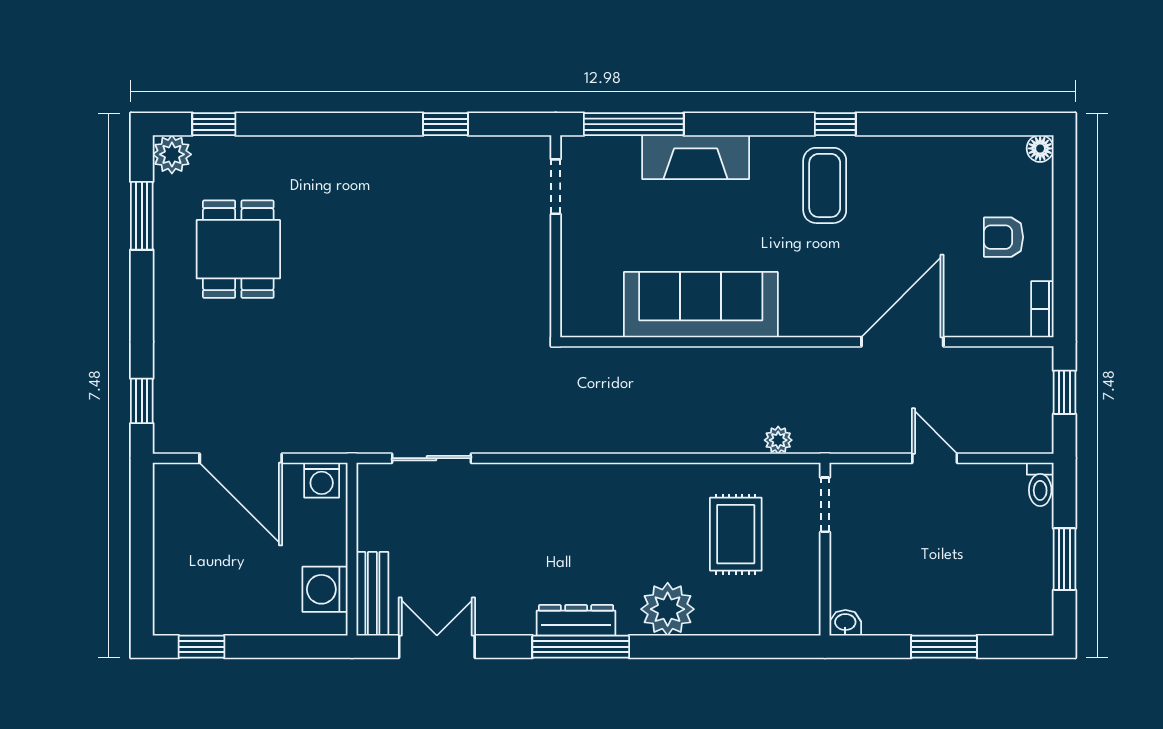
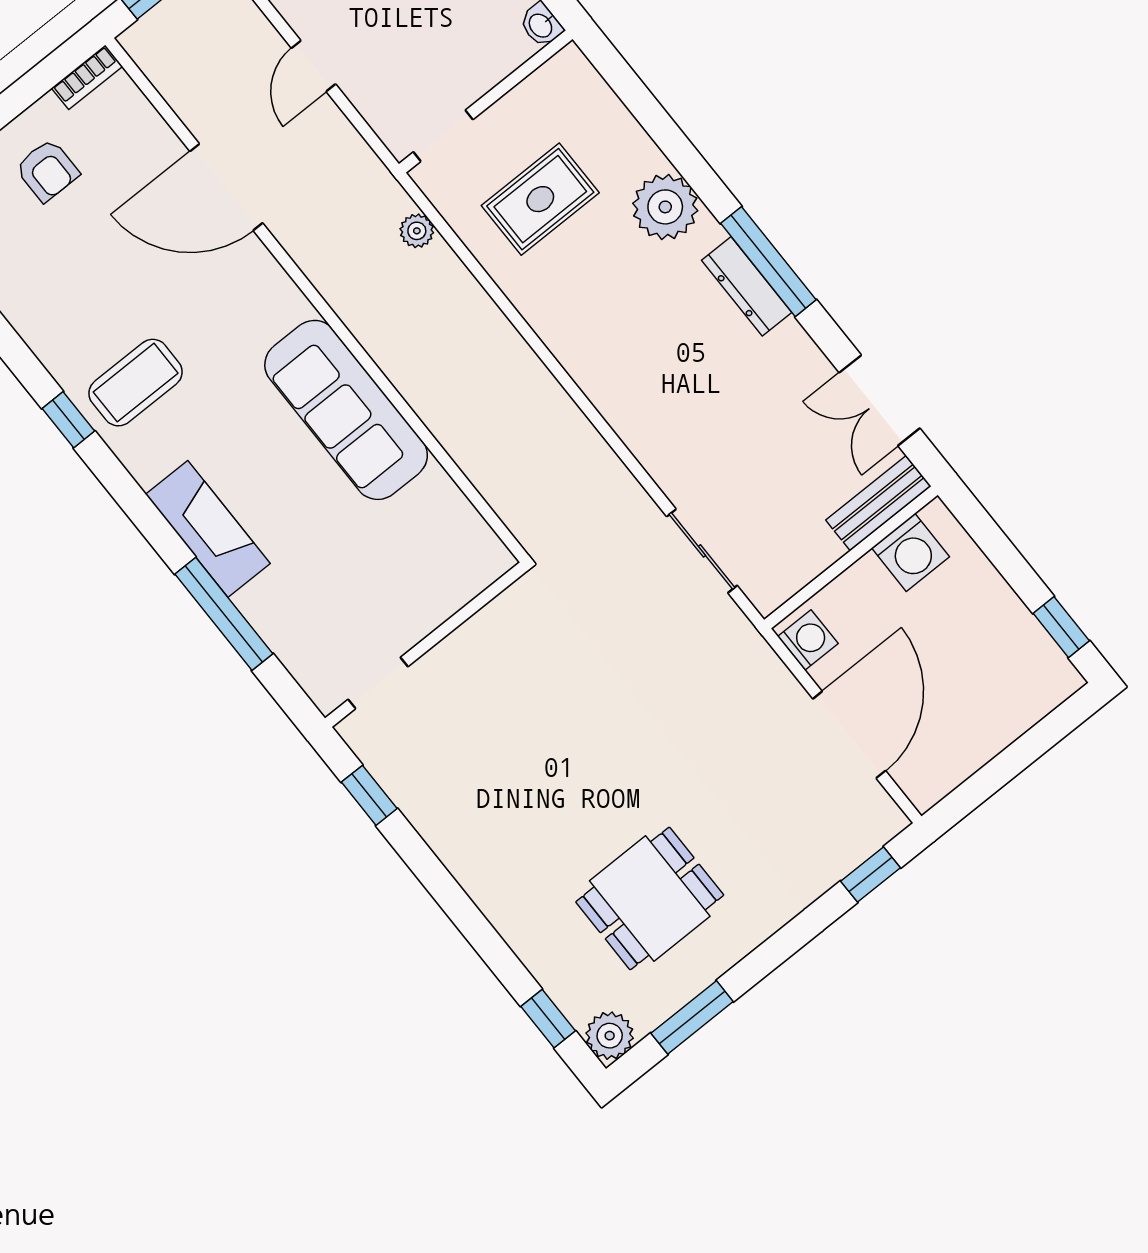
doorway: (556, 187) -> (378, 683), moved
wall: (556, 236) -> (426, 645), moved

